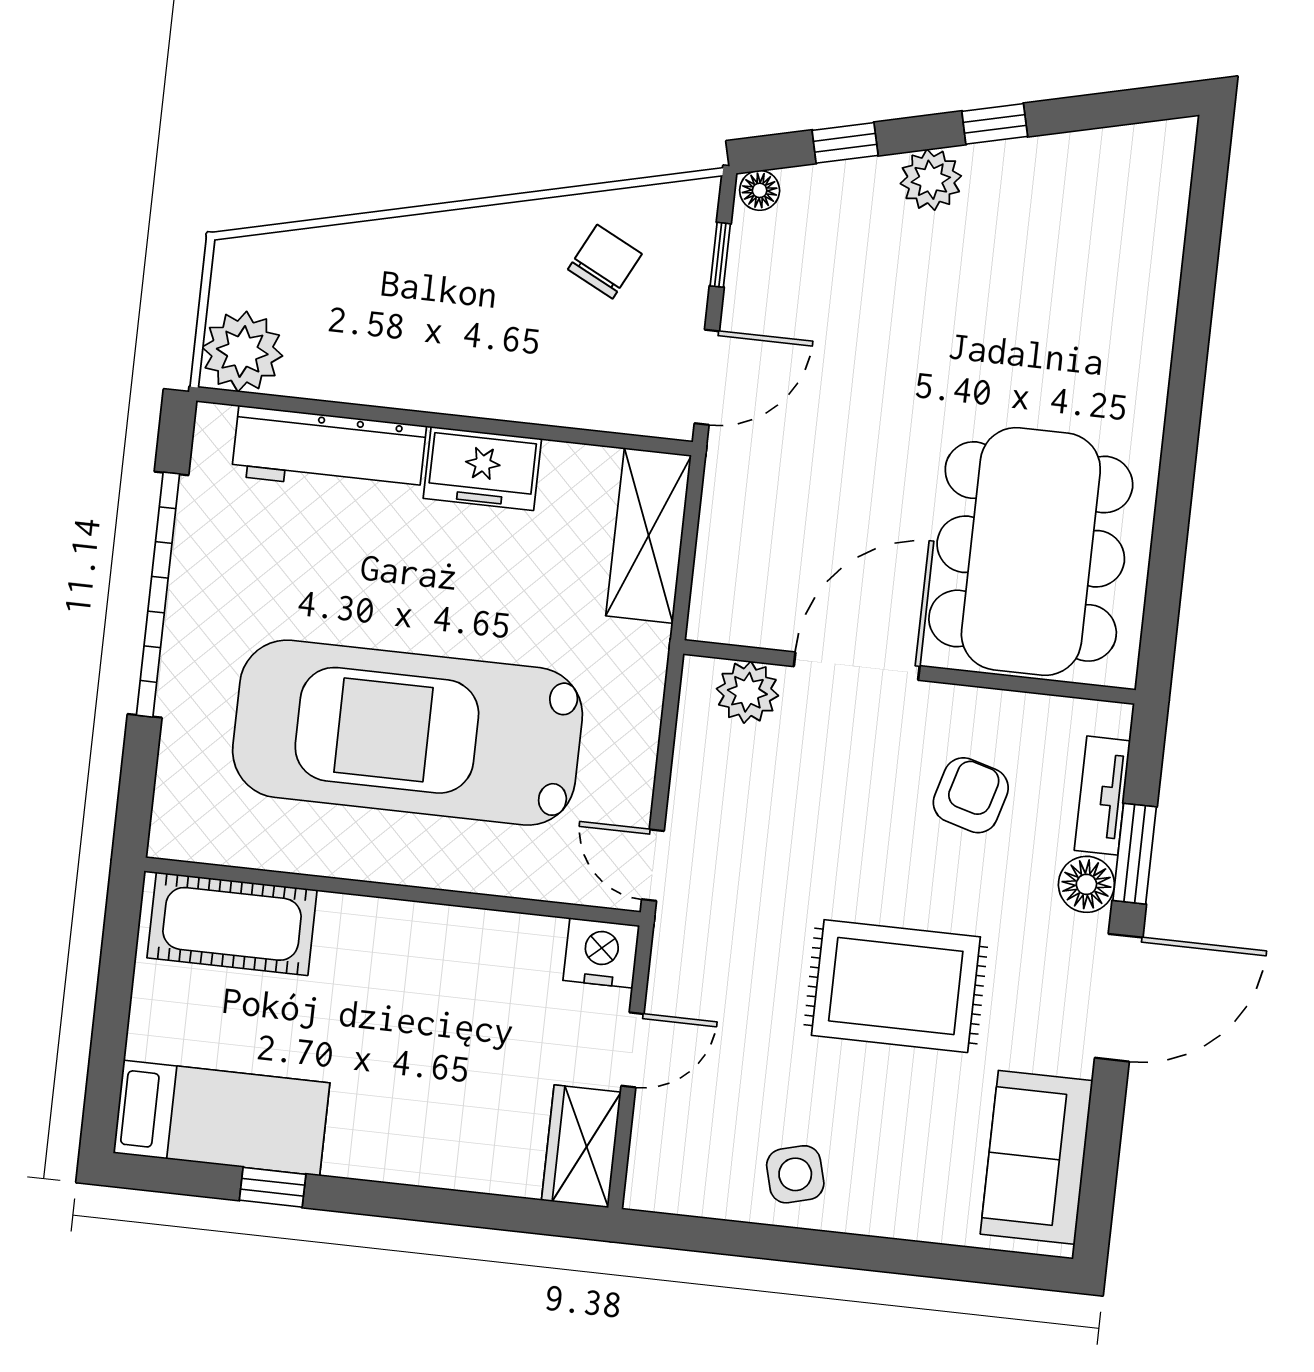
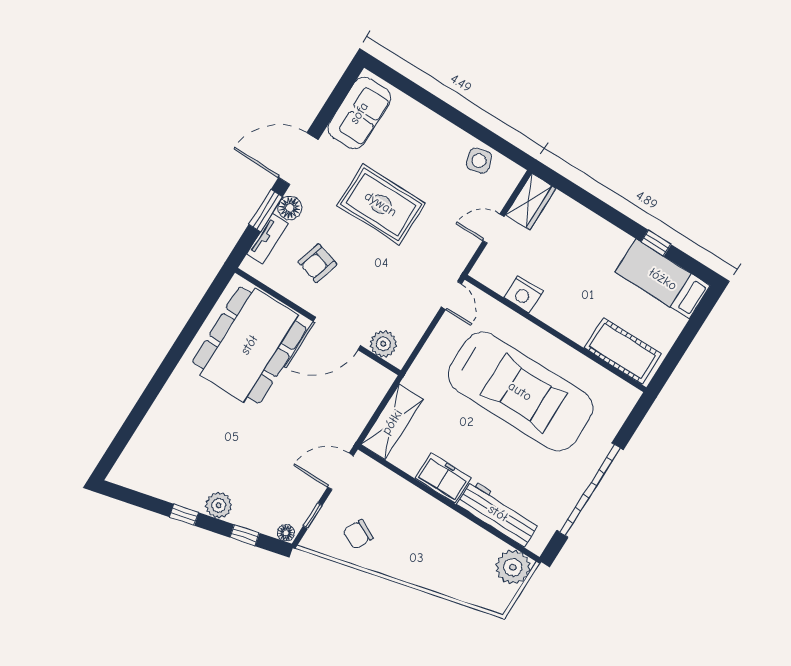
nightstand: (601, 953) -> (523, 294), moved
side table: (795, 1174) -> (479, 161), moved

